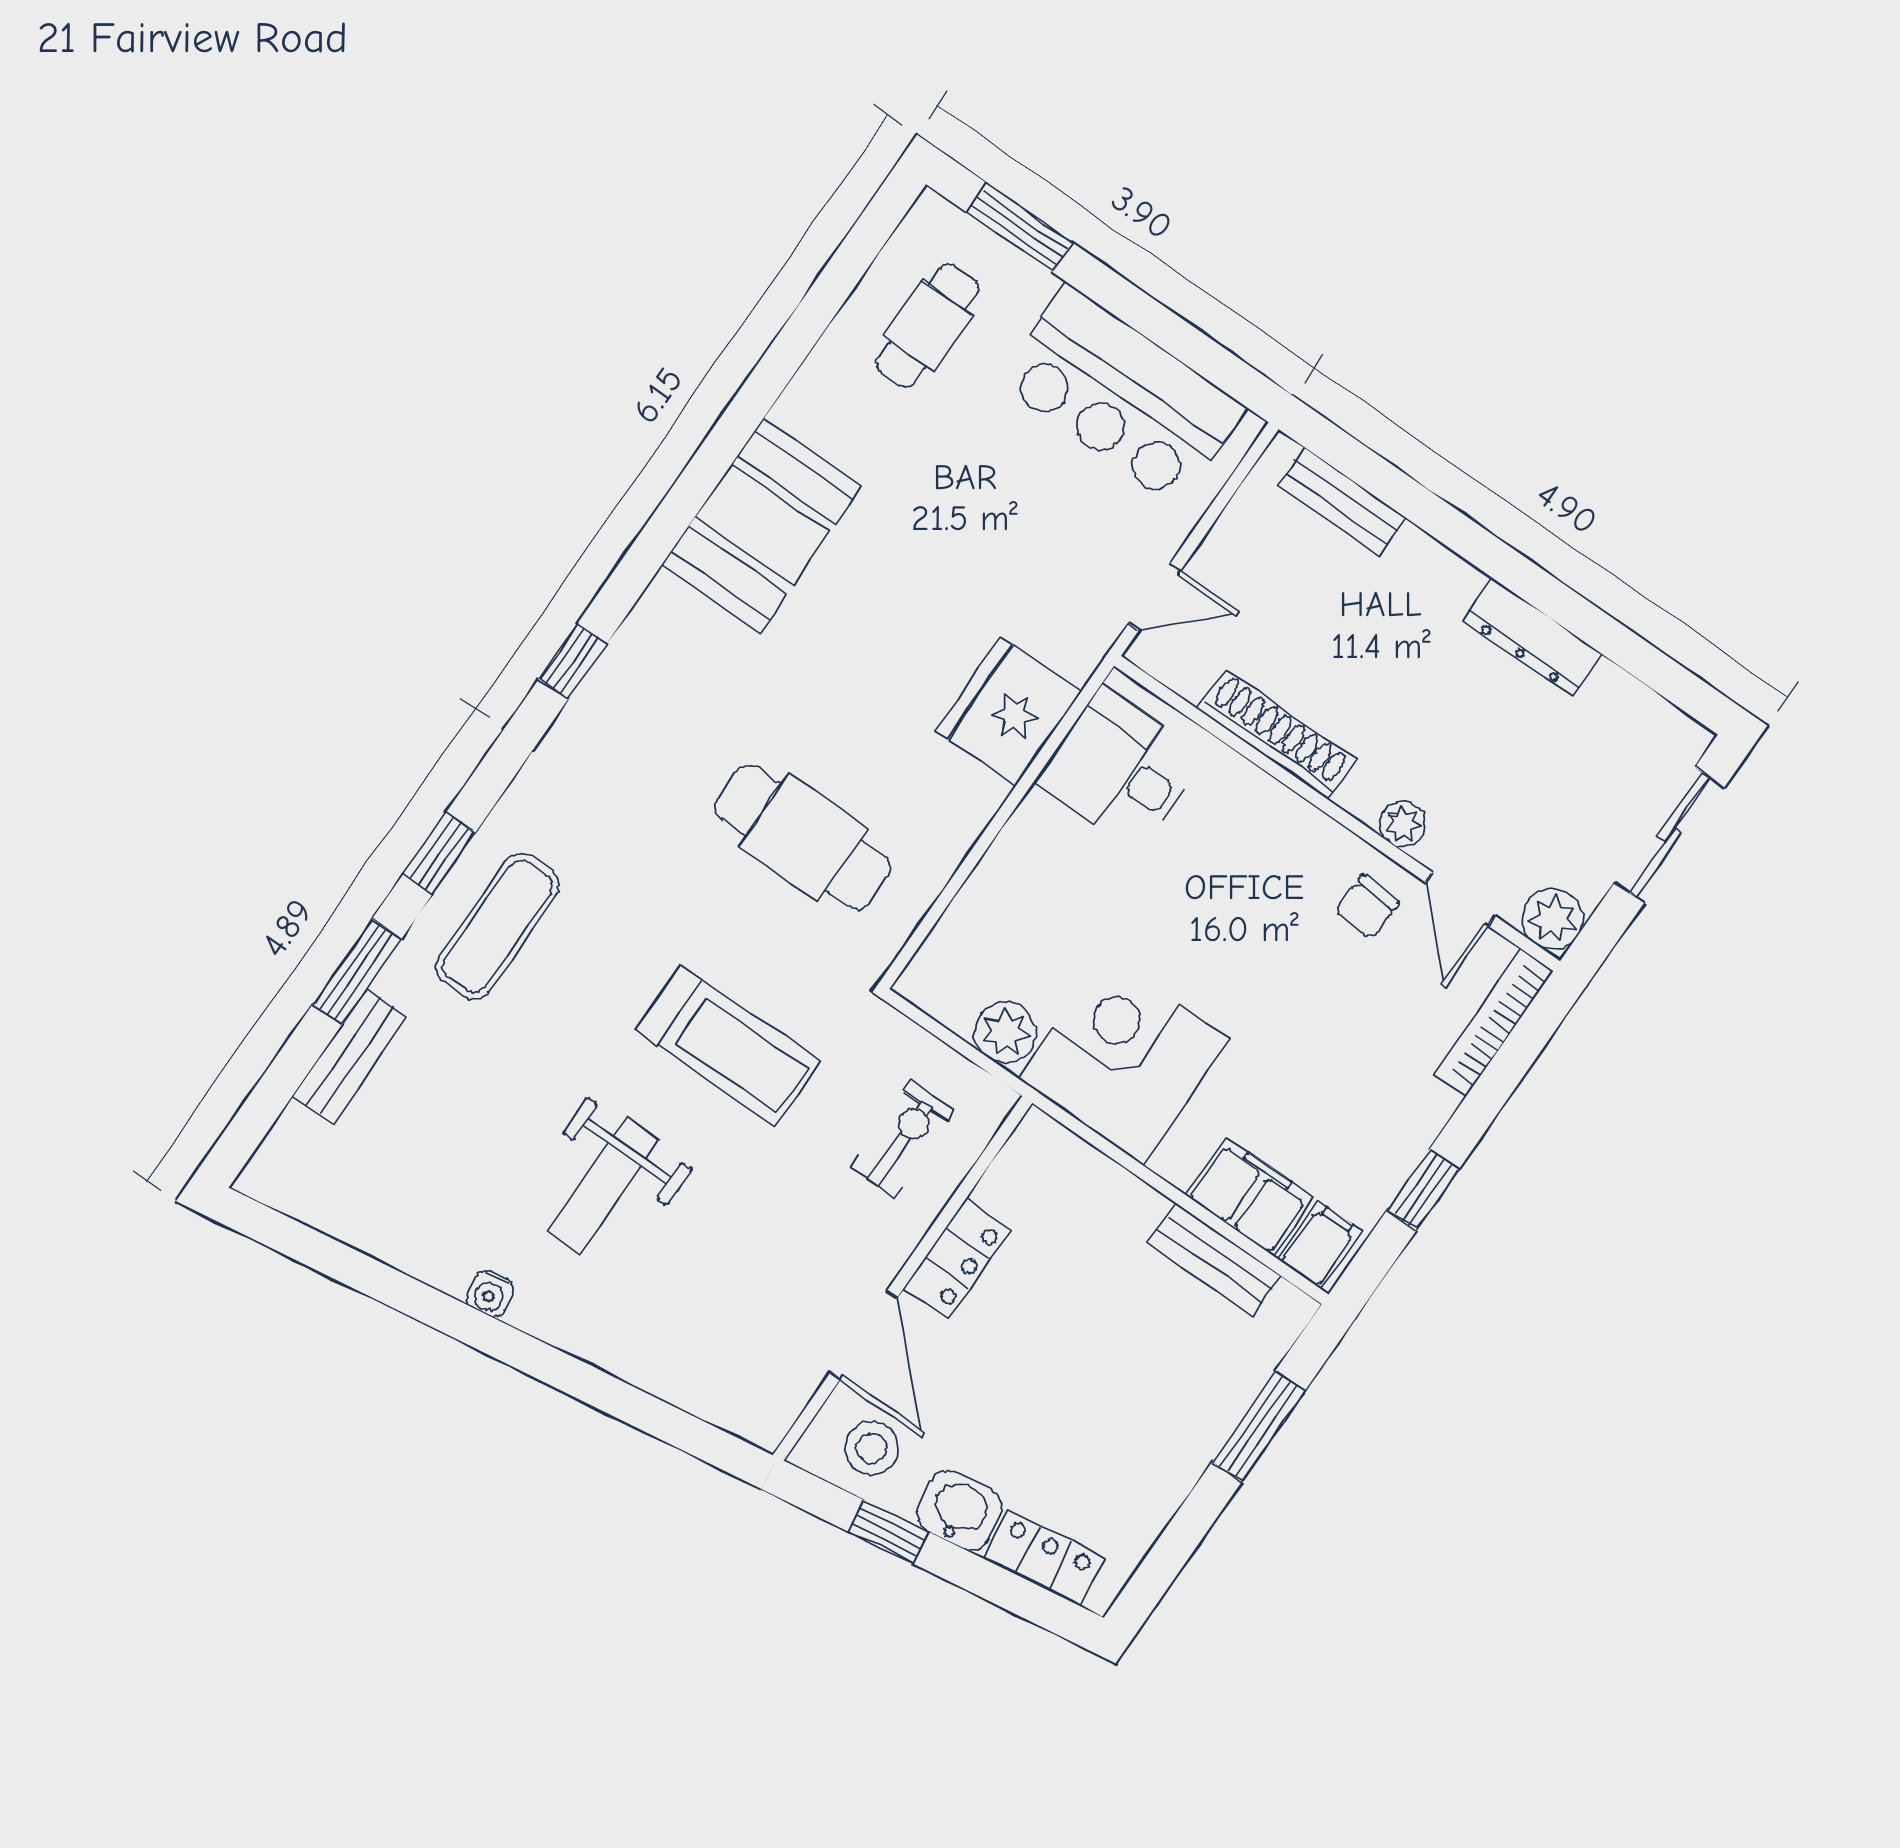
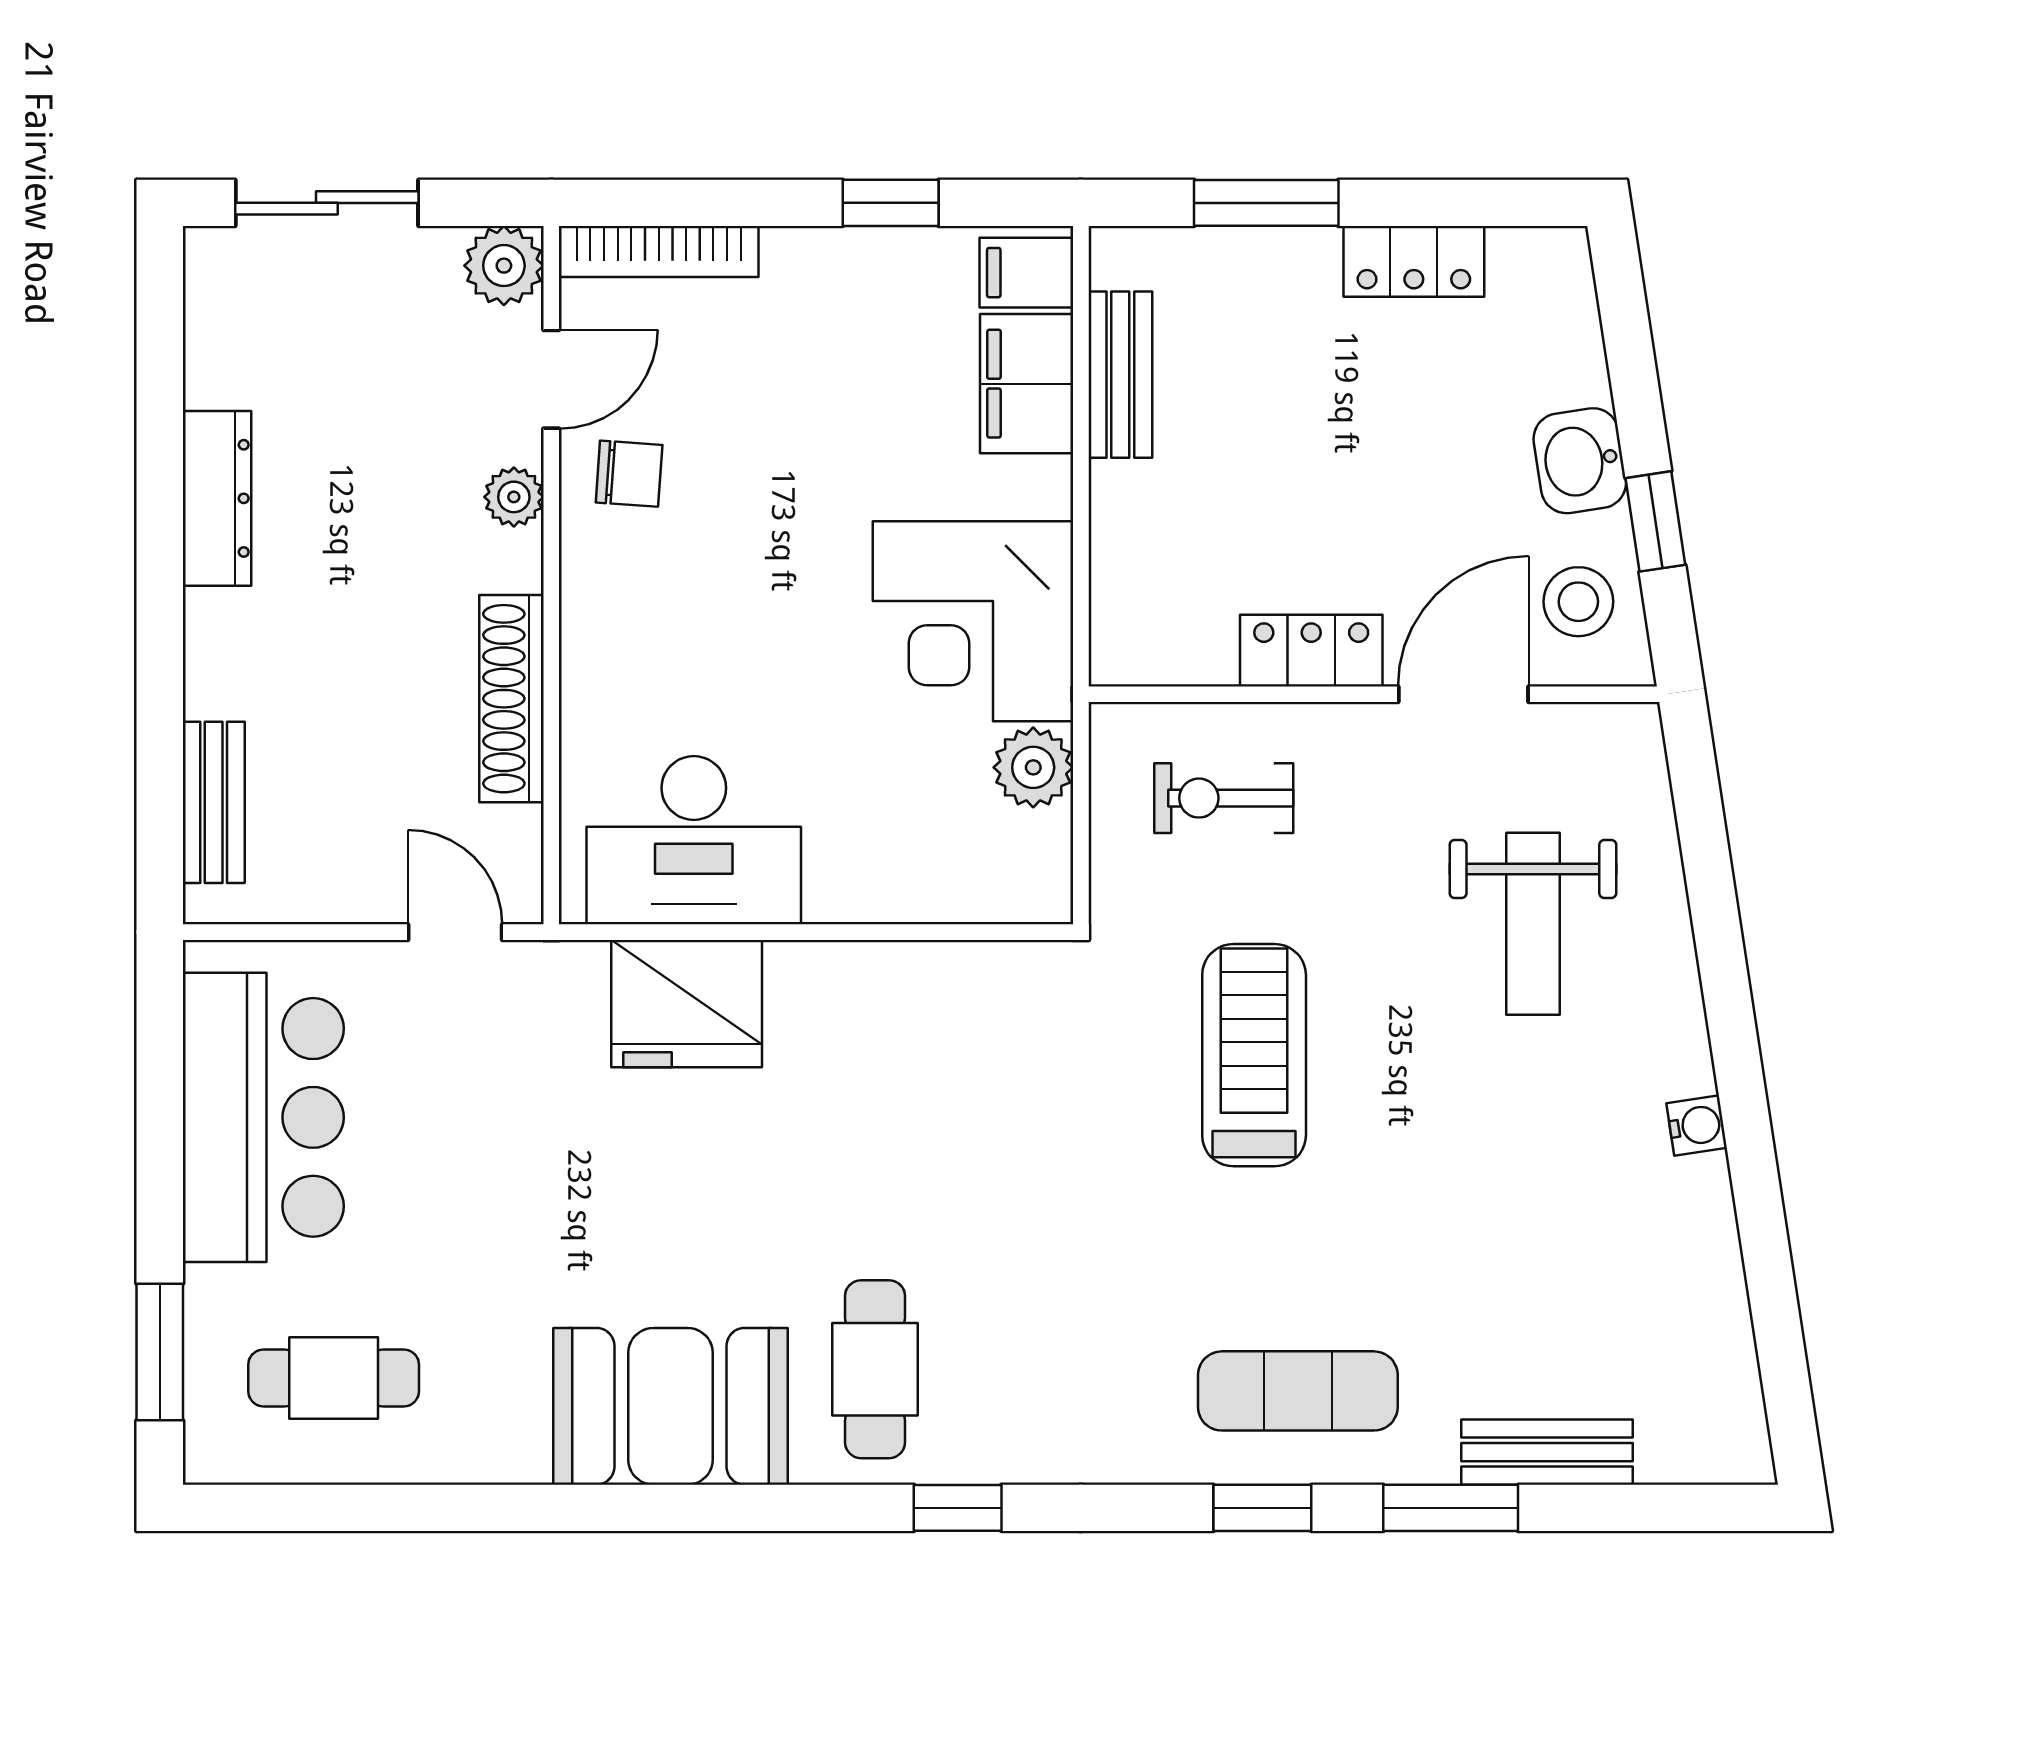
desk: (1121, 769) -> (694, 840), width x1.37
cafe table: (803, 838) -> (875, 1369), moved, width x0.73, depth x0.74
weight bench: (603, 1186) -> (1533, 924), moved, turned 90
locker: (1044, 1558) -> (1414, 261), moved, turned -81

